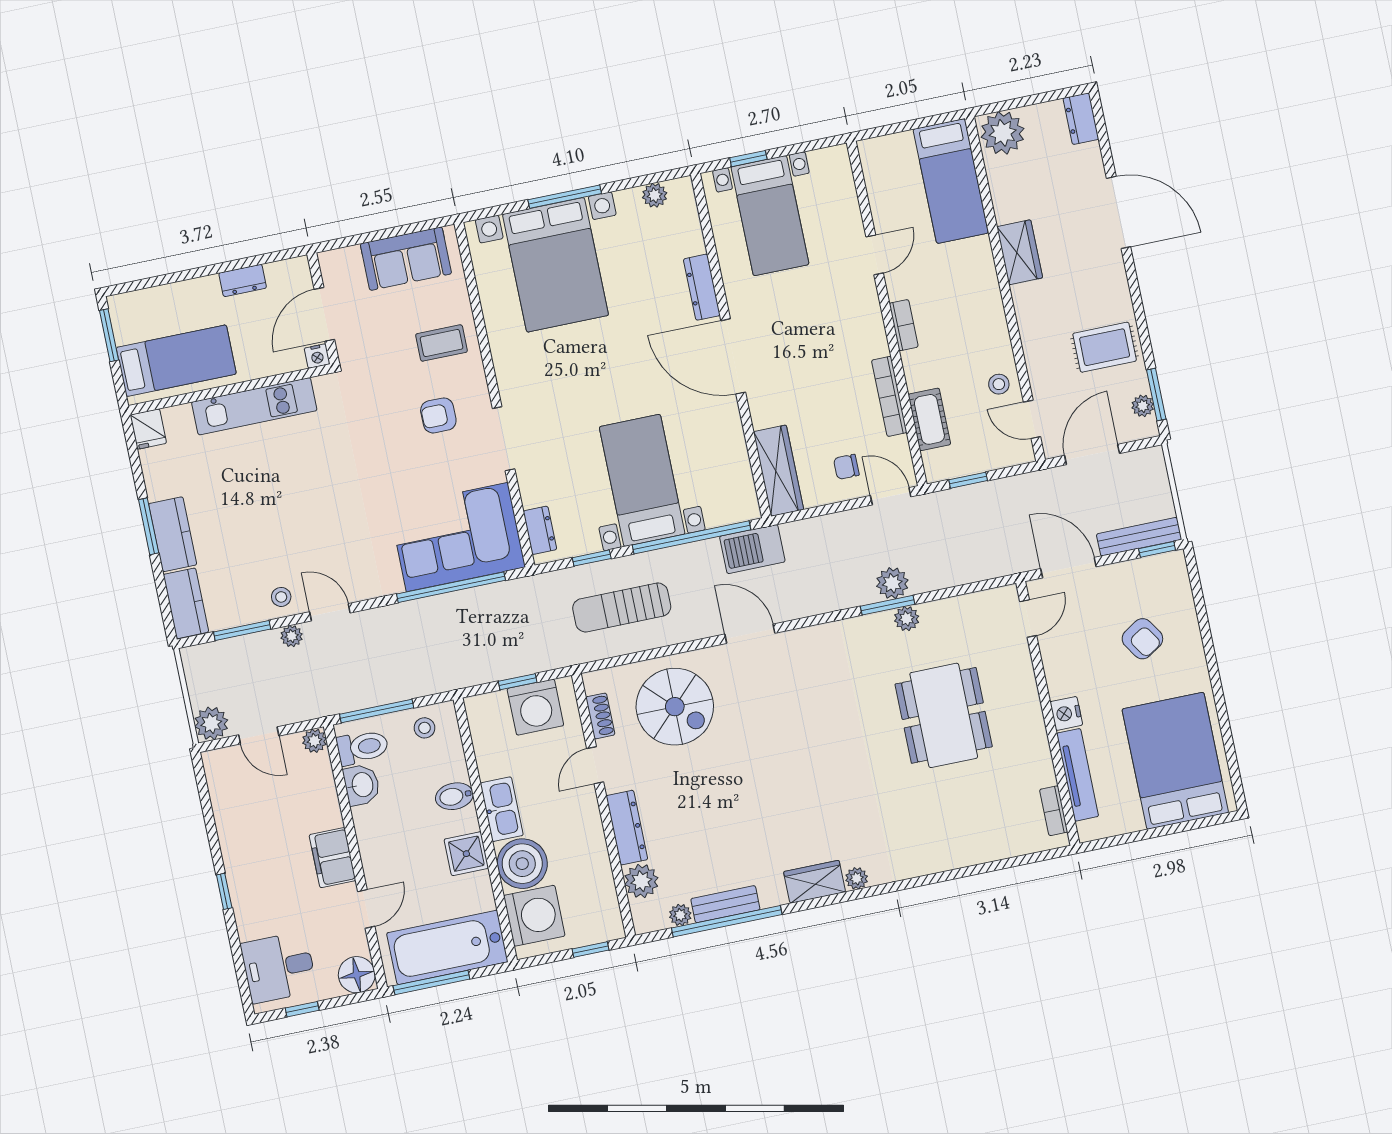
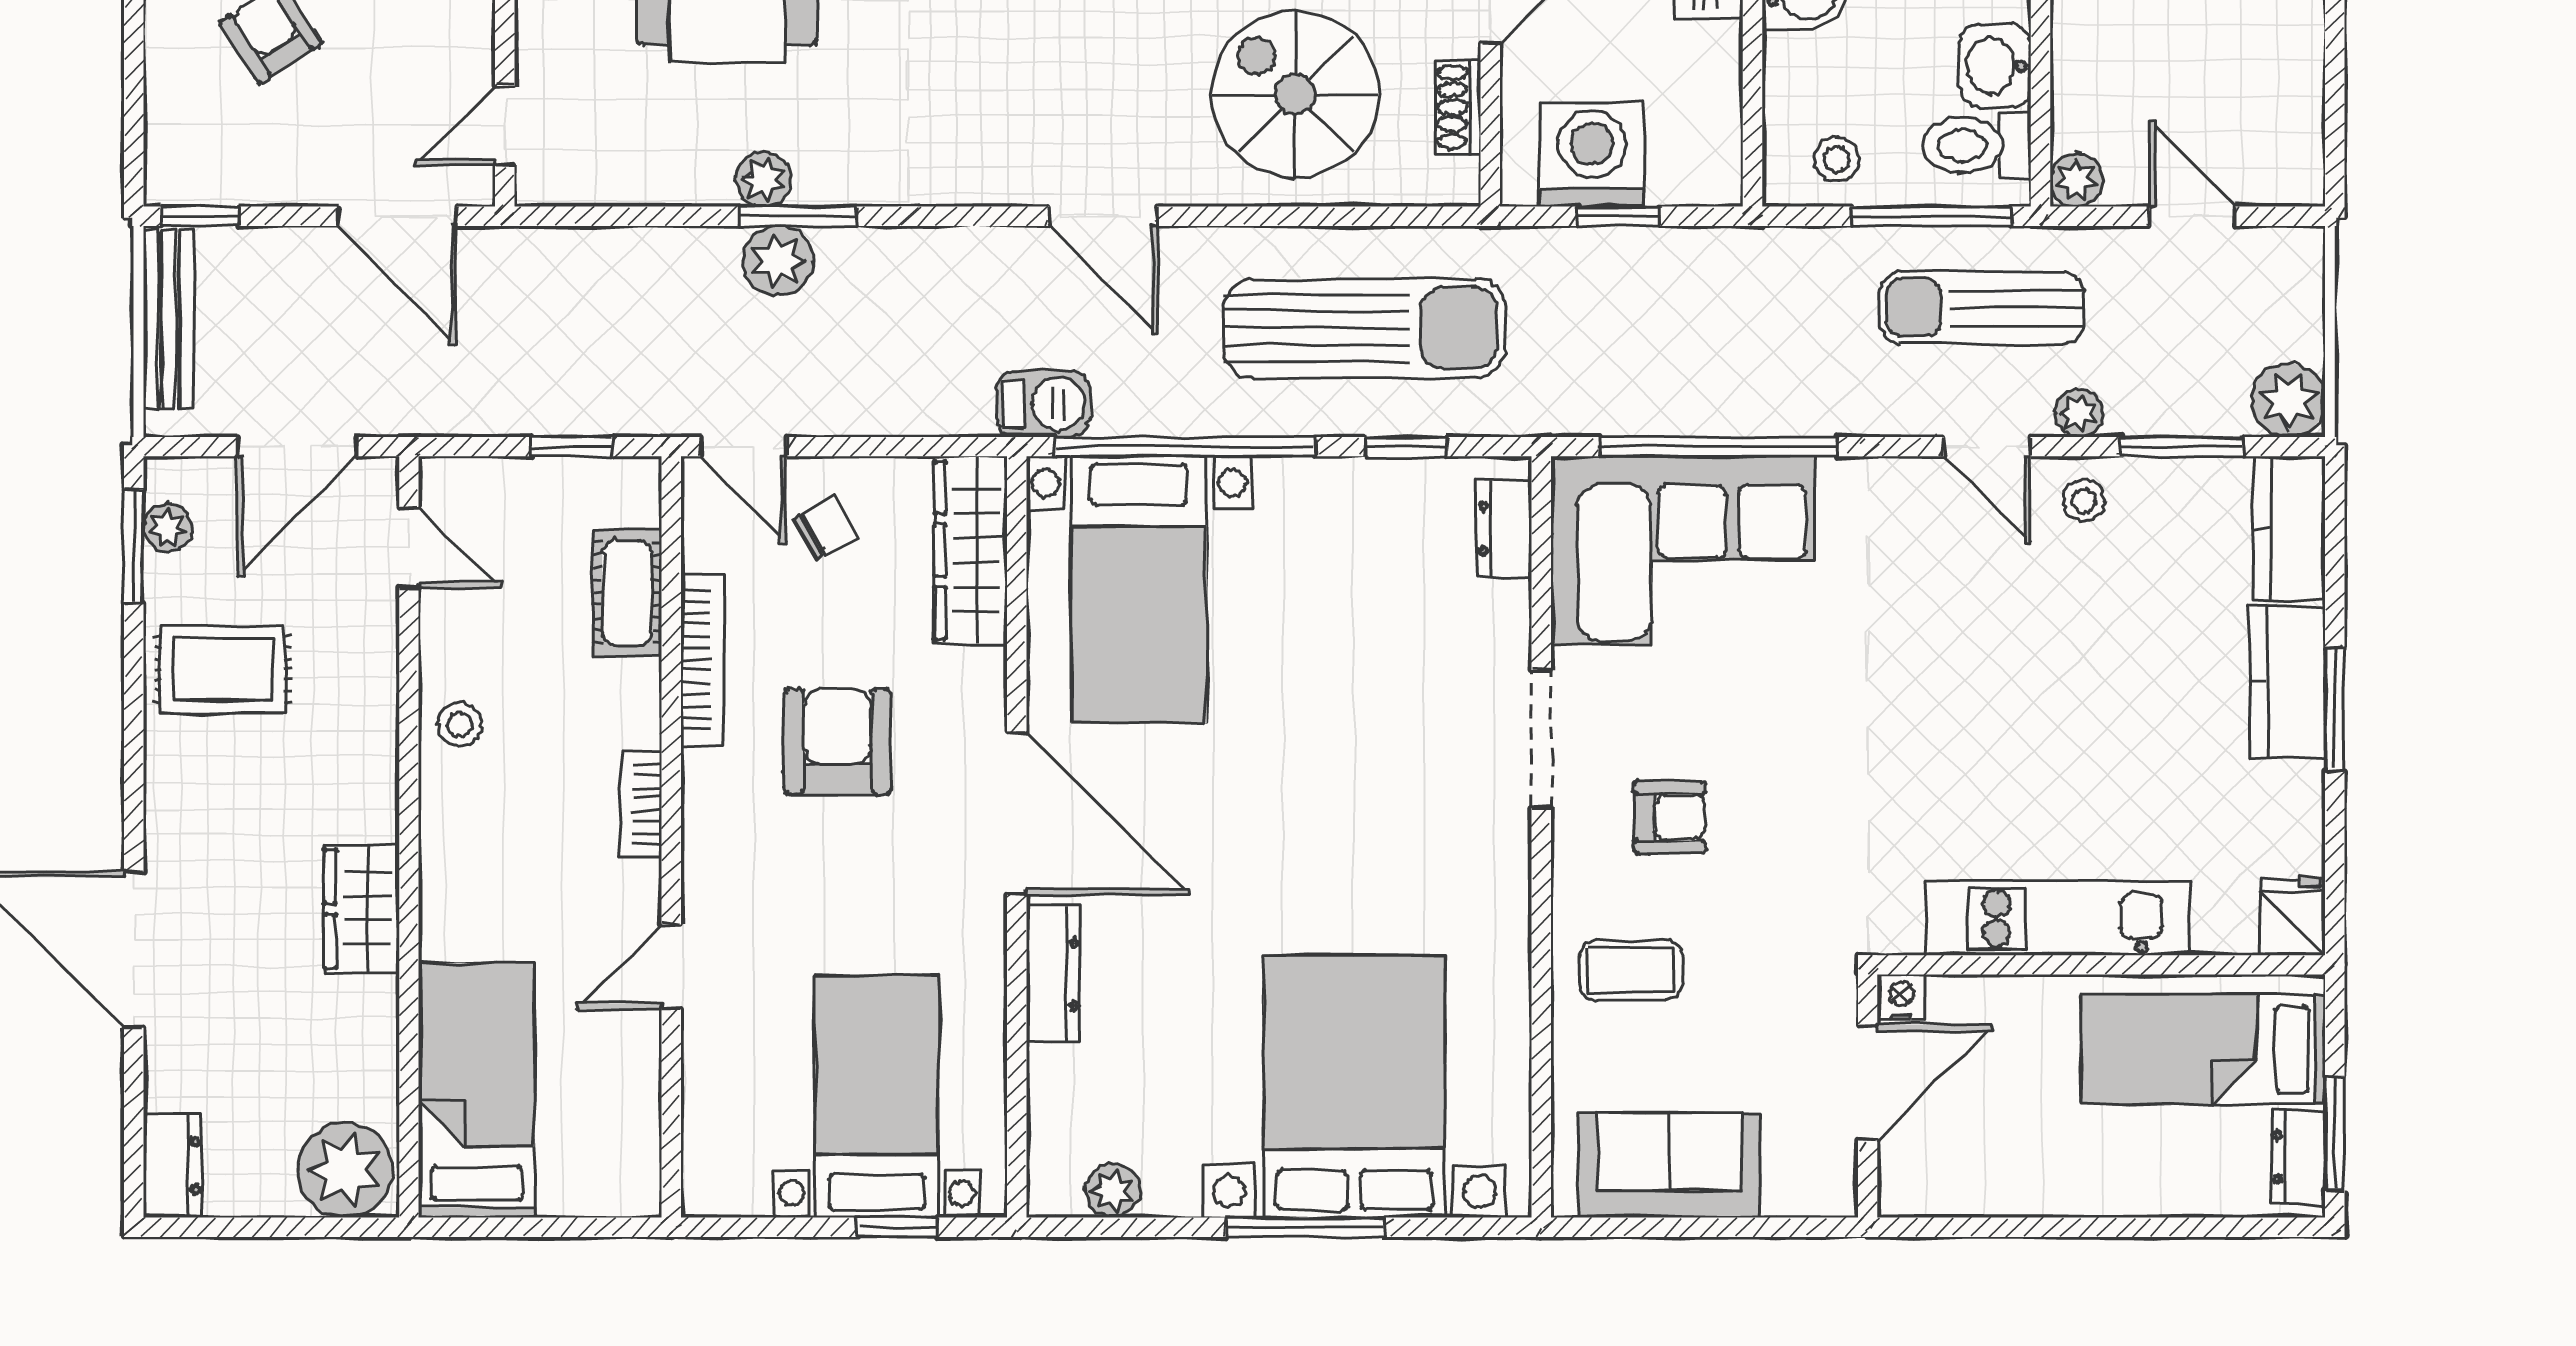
dresser: (243, 280) -> (2298, 1157), moved, turned -90
armchair: (821, 372) -> (837, 741), added
stool: (999, 384) -> (460, 725), moved
chair: (846, 467) -> (825, 529), turned -30
bed with nightstands: (642, 480) -> (1139, 590), moved
bench: (1139, 537) -> (168, 319), moved, turned 90
barbecue: (752, 549) -> (1043, 404), width x0.73, depth x0.79
sun lounger: (622, 607) -> (1364, 328), width x1.36, depth x1.34
sun lounger: (345, 675) -> (1982, 308), added
plant: (211, 723) -> (2288, 400), moved

